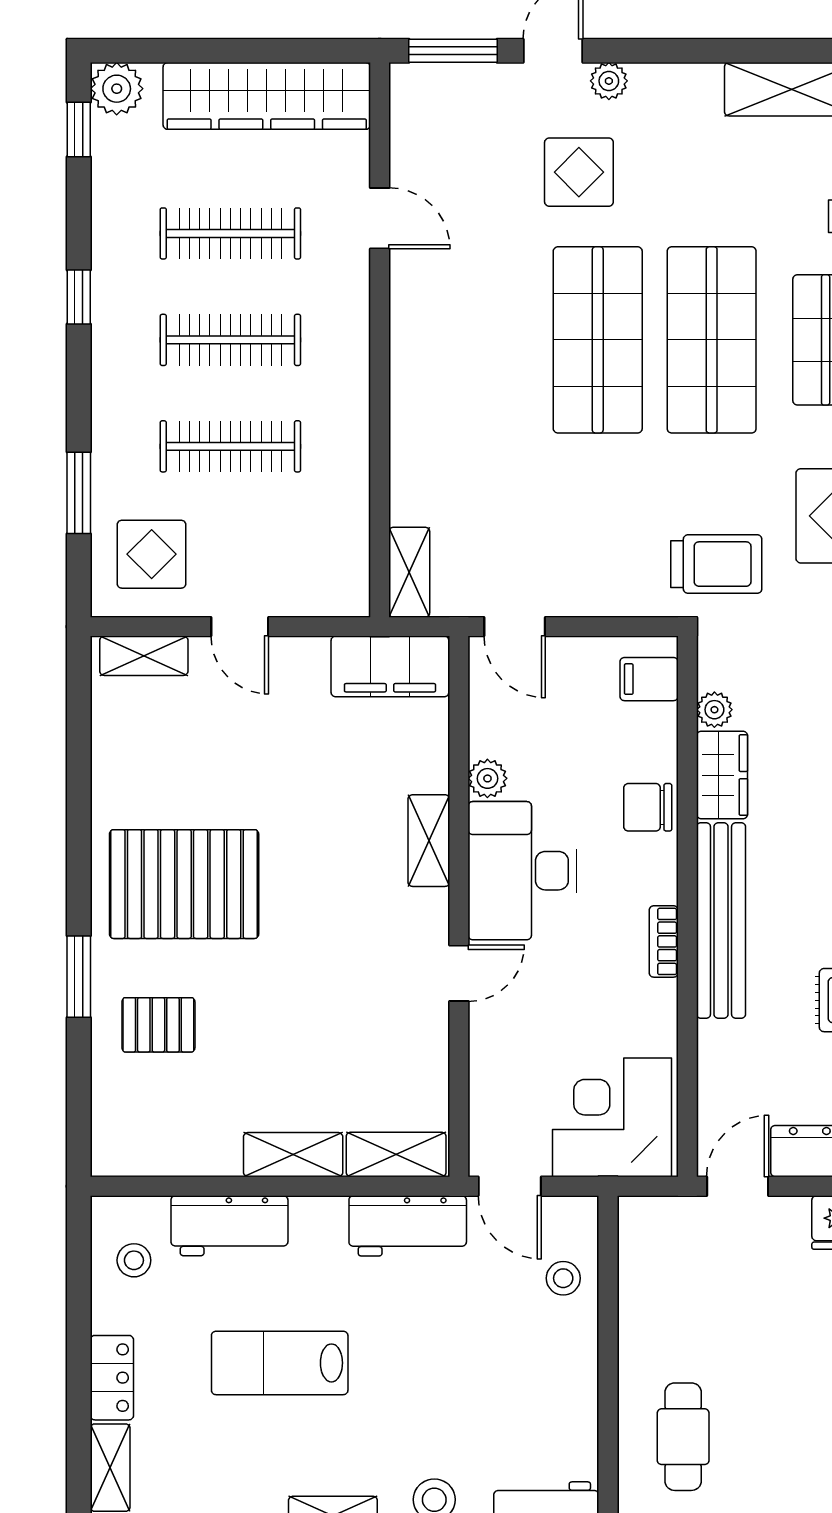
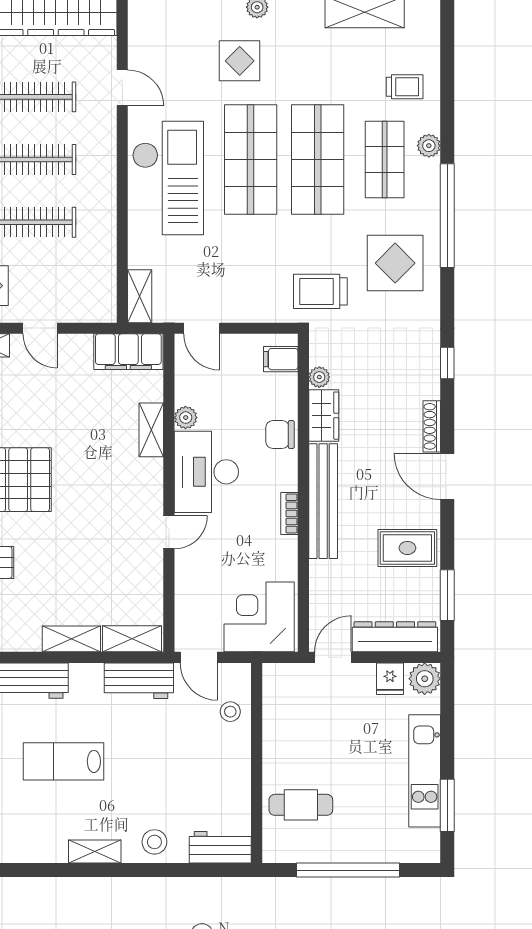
checkout: (457, 371) -> (168, 178), added
trolley: (716, 564) -> (320, 291), turned 180
shelving: (429, 841) -> (151, 430), moved
cafe table: (683, 1437) -> (301, 805), turned 90

